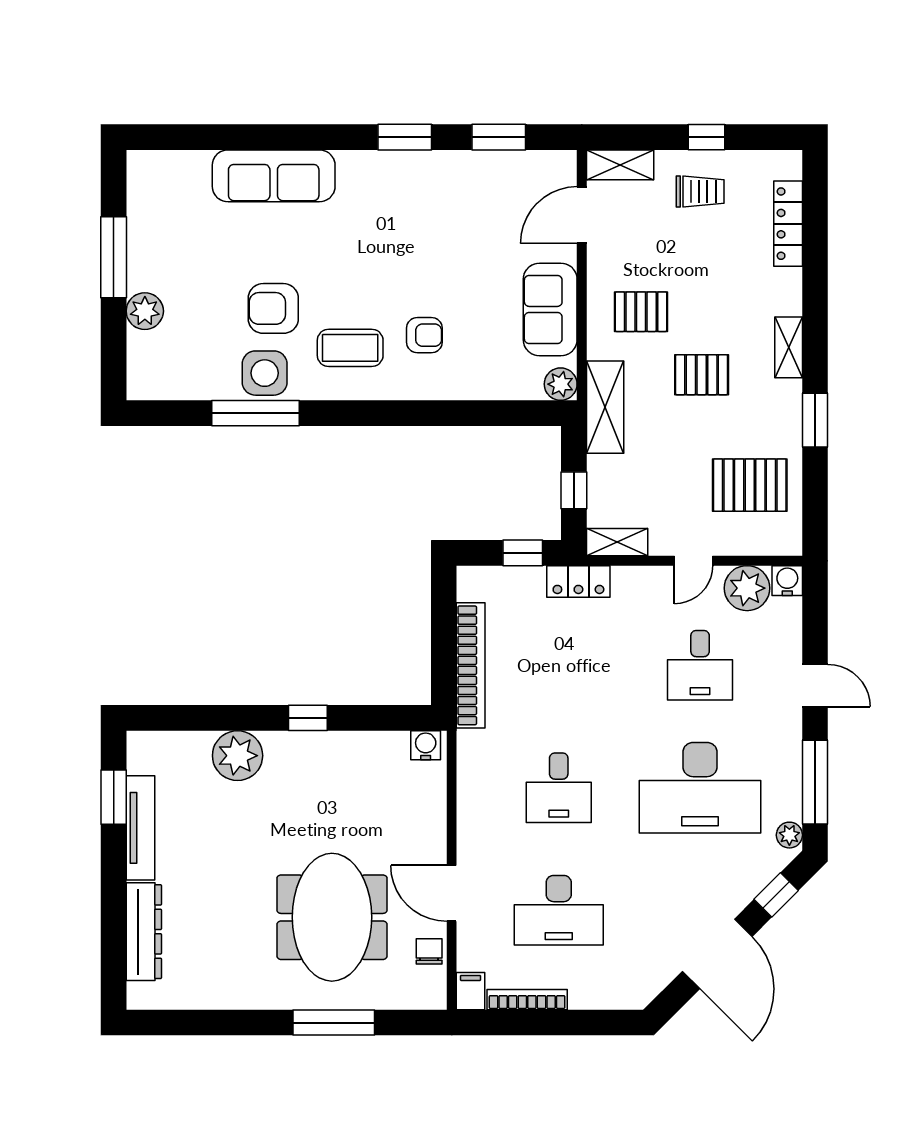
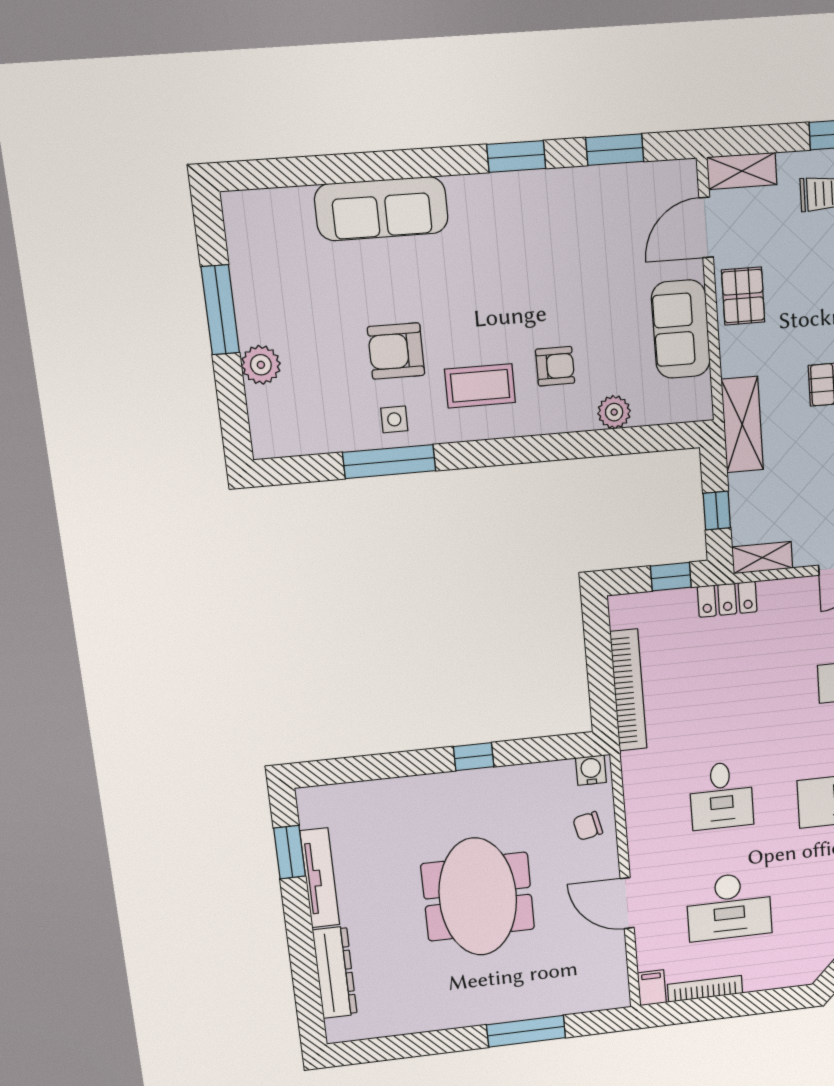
pallet: (641, 312) -> (743, 296), moved, turned 90
side table: (265, 373) -> (394, 419), width x0.54, depth x0.54
plant: (561, 384) -> (614, 412), moved
plant: (238, 756) -> (408, 800), removed
meeting table: (332, 917) -> (478, 897), moved
chair: (429, 951) -> (588, 826), moved, turned -102

